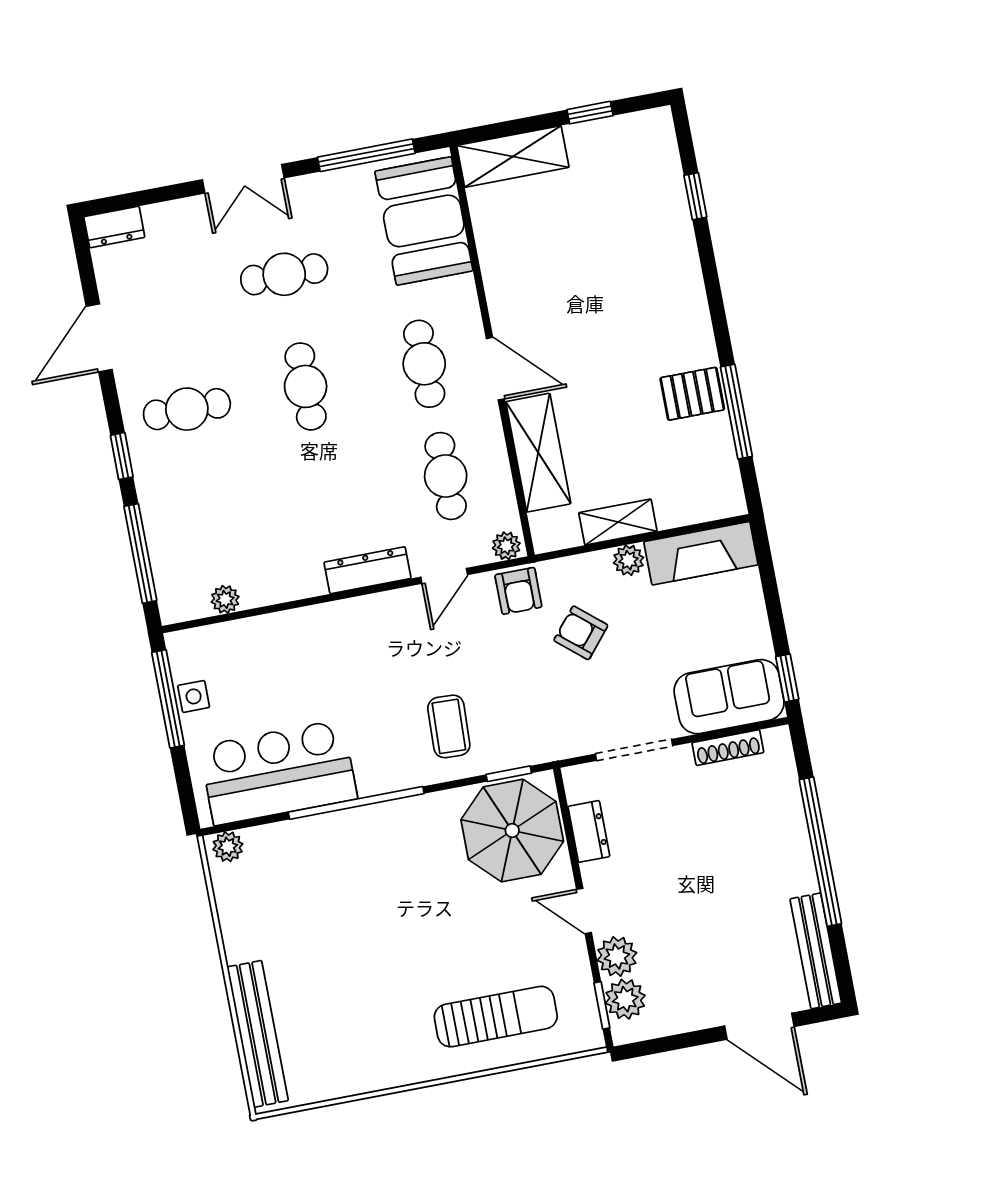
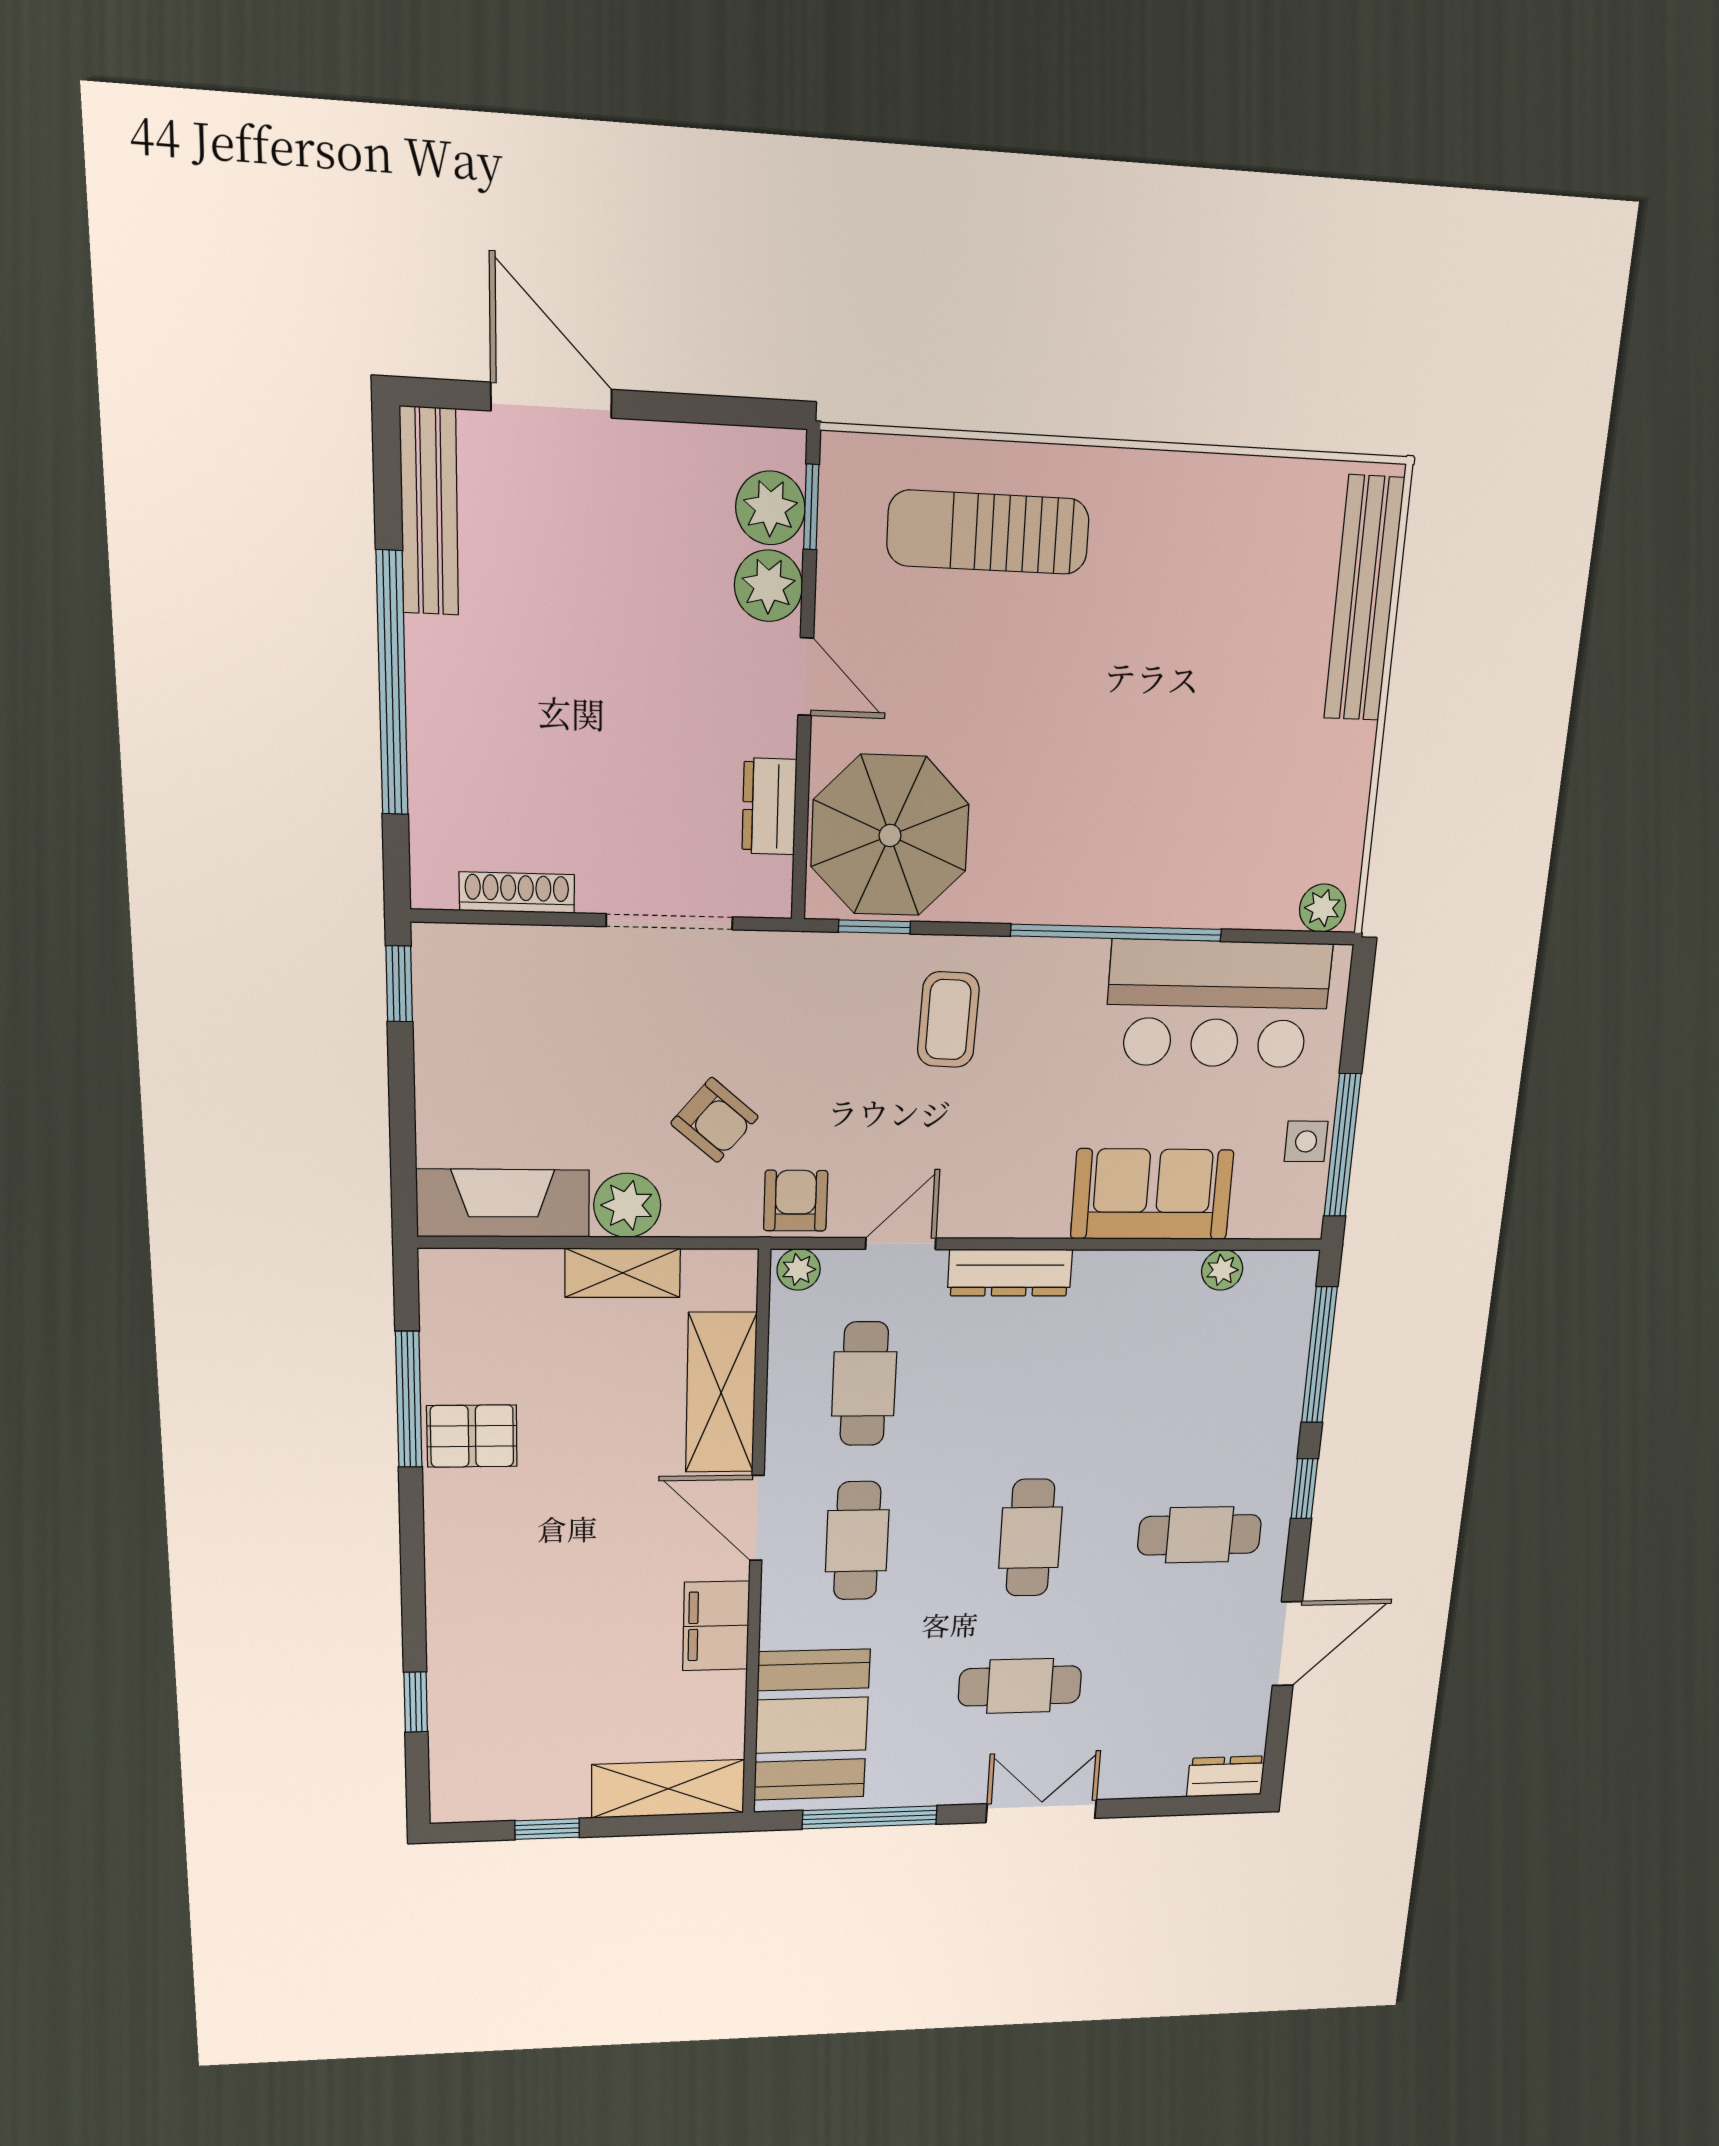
filing cabinet: (506, 285) -> (716, 1626), added
plant: (629, 560) -> (627, 1205), width x1.38, depth x1.38
sofa: (729, 697) -> (1152, 1194), moved, turned 180

